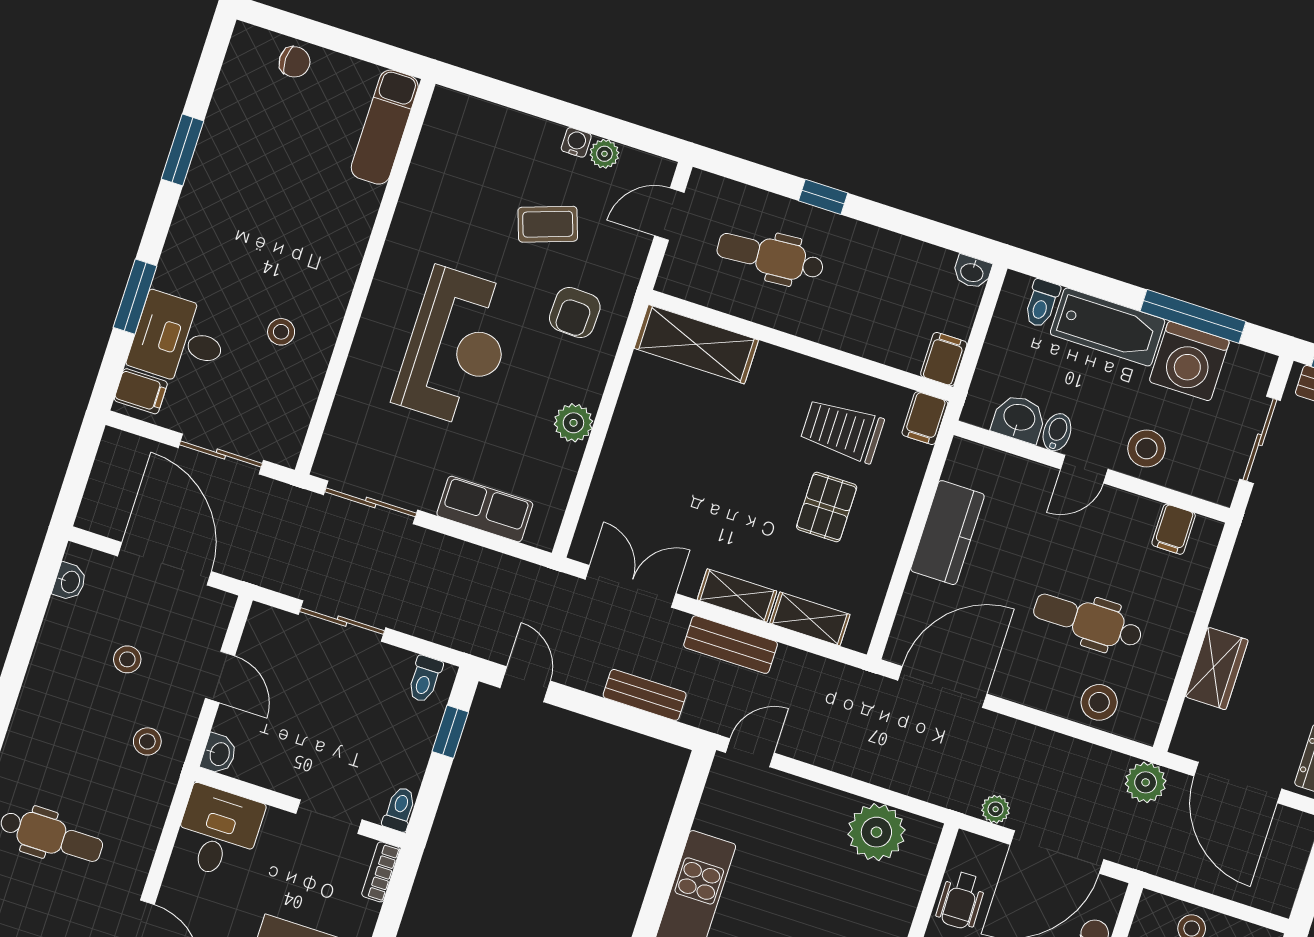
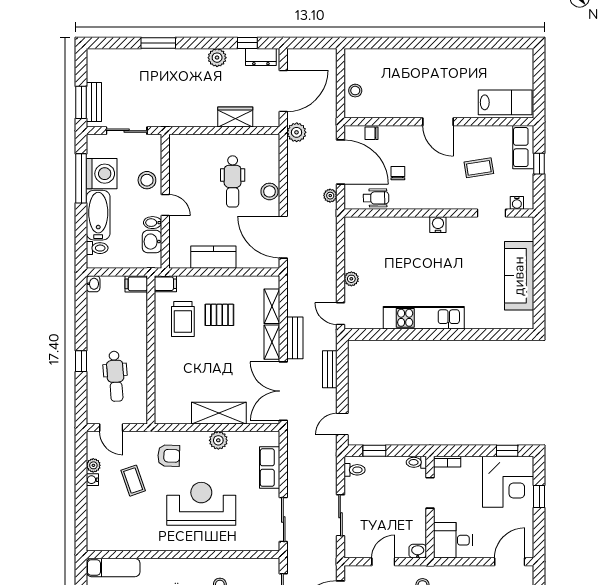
shelving: (696, 344) -> (219, 413), moved, turned 90
filing cabinet: (1174, 529) -> (179, 156), removed
double door: (631, 586) -> (283, 391), width x1.37
stool: (1099, 702) -> (269, 191), moved
plant: (876, 832) -> (351, 279), moved, width x0.53, depth x0.53

